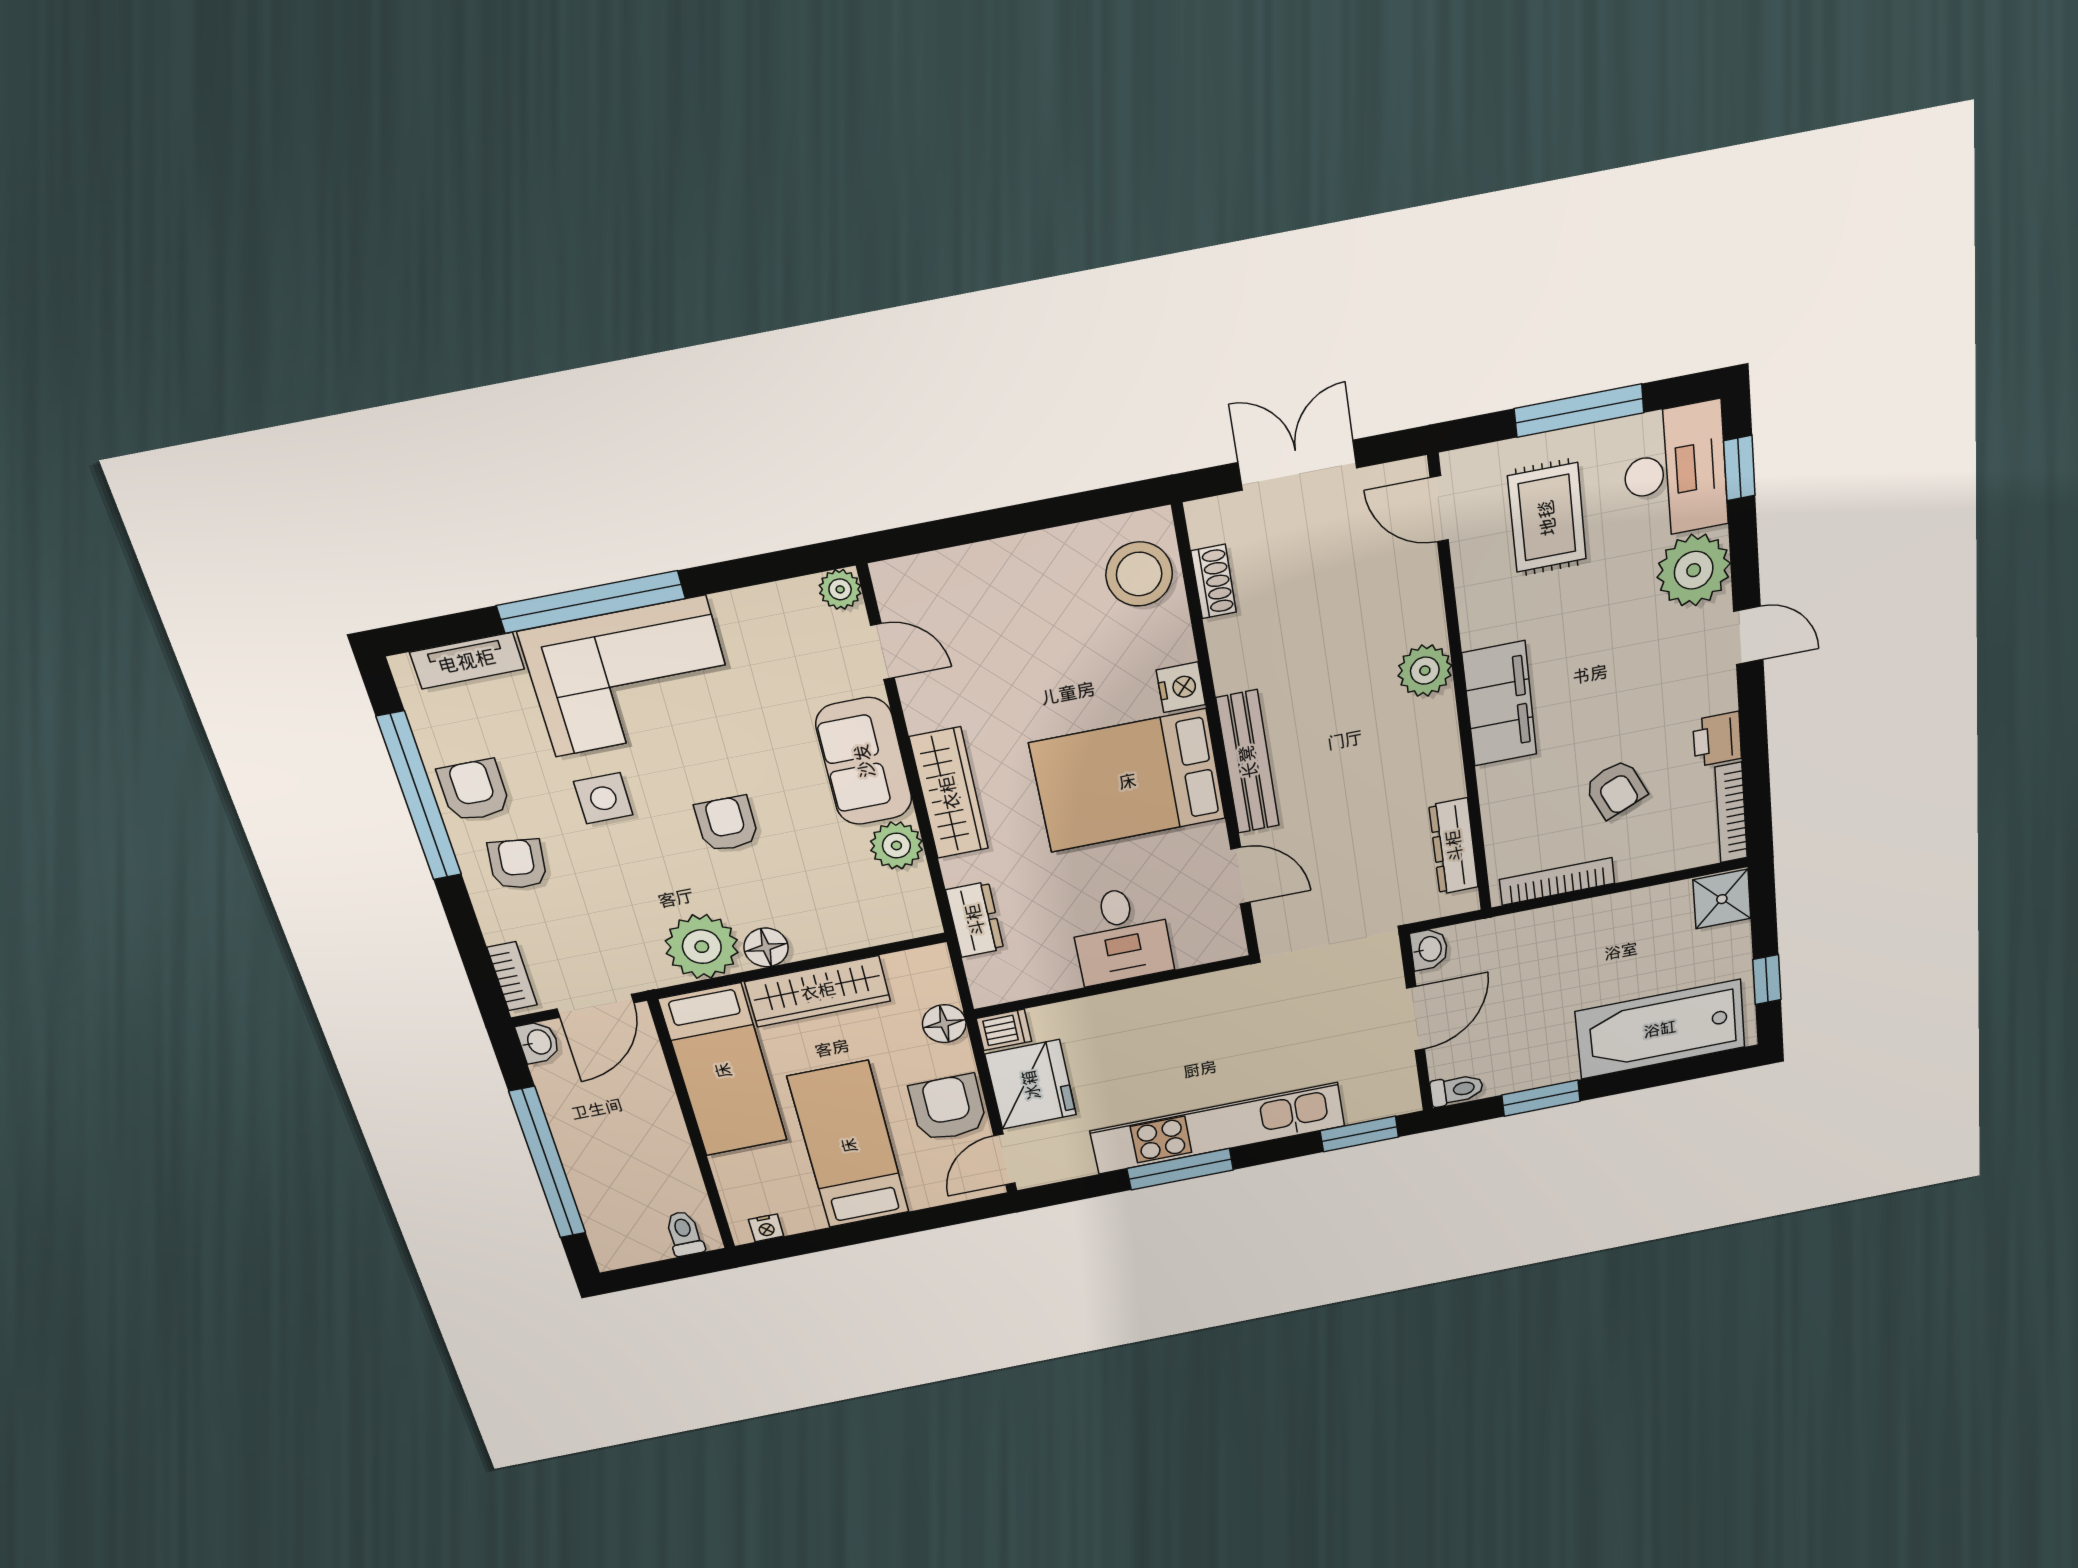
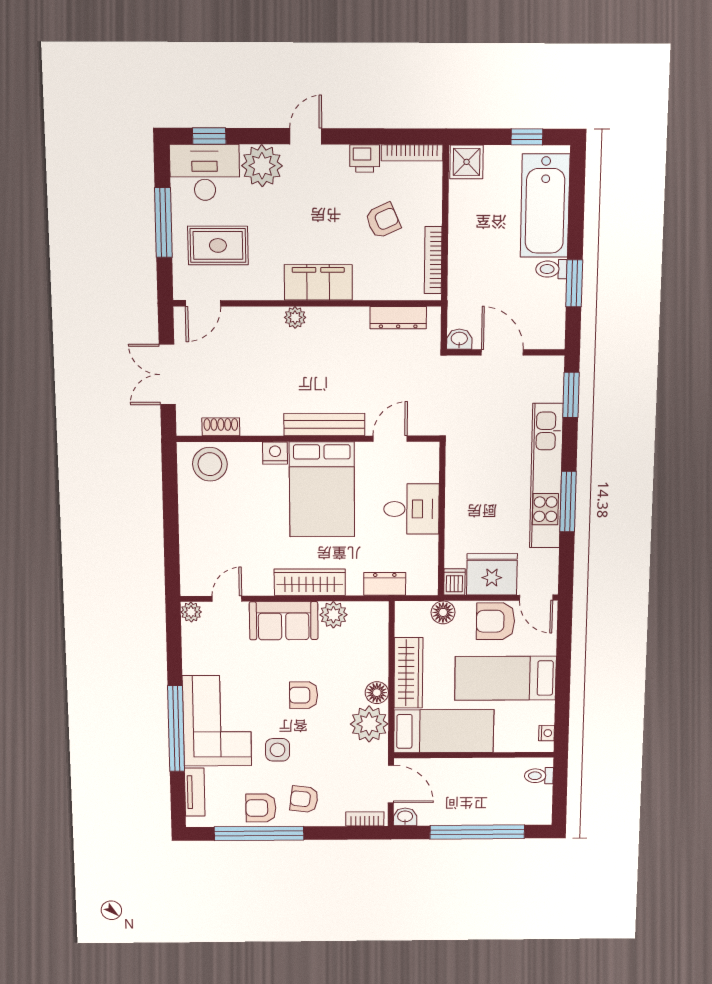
plant: (1425, 671) -> (295, 317), width x0.73, depth x0.73
toilet: (1457, 1090) -> (551, 269), moved, turned -90

